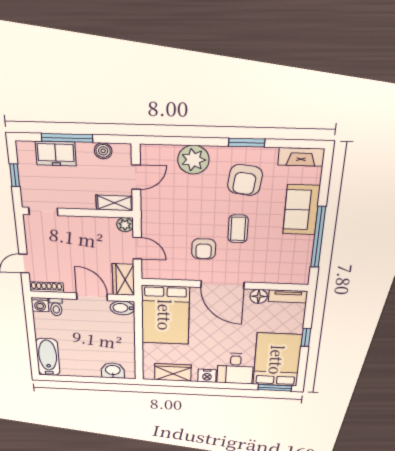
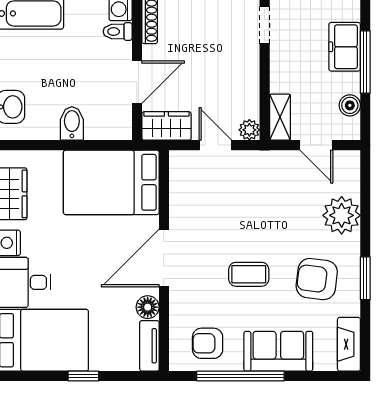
door: (137, 248) -> (215, 145), swing flipped
armchair: (204, 249) -> (208, 343), moved
bidet: (122, 308) -> (72, 123), moved

